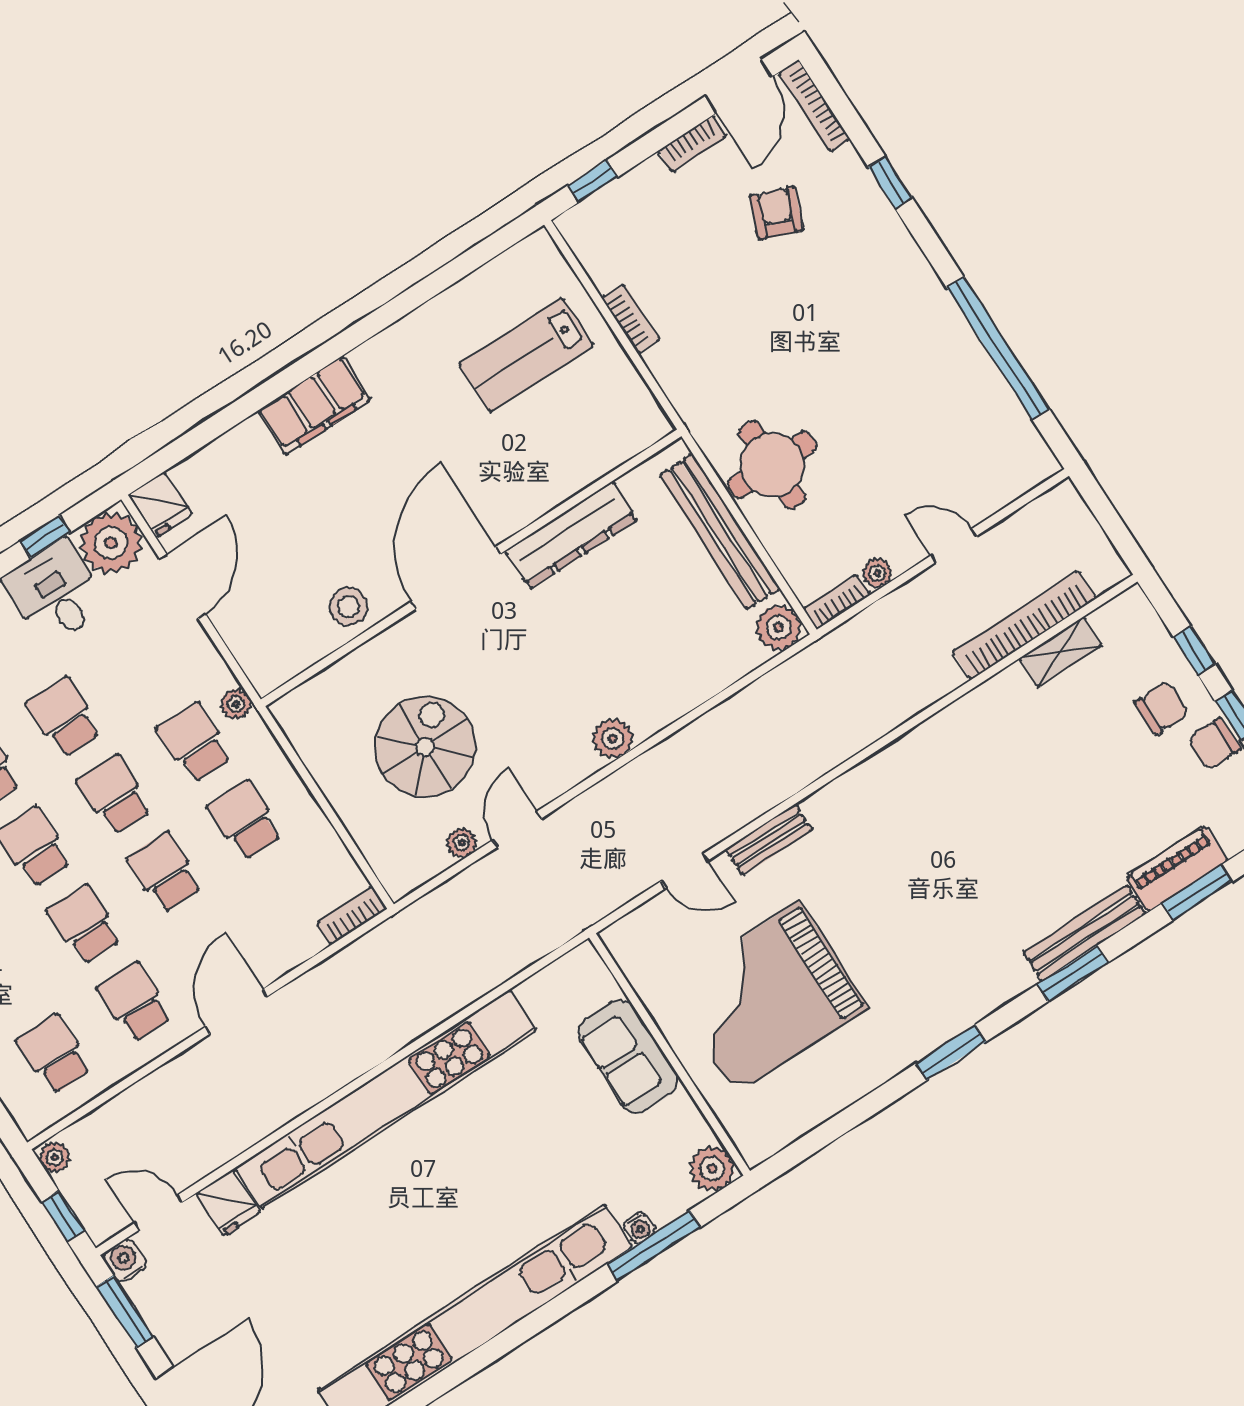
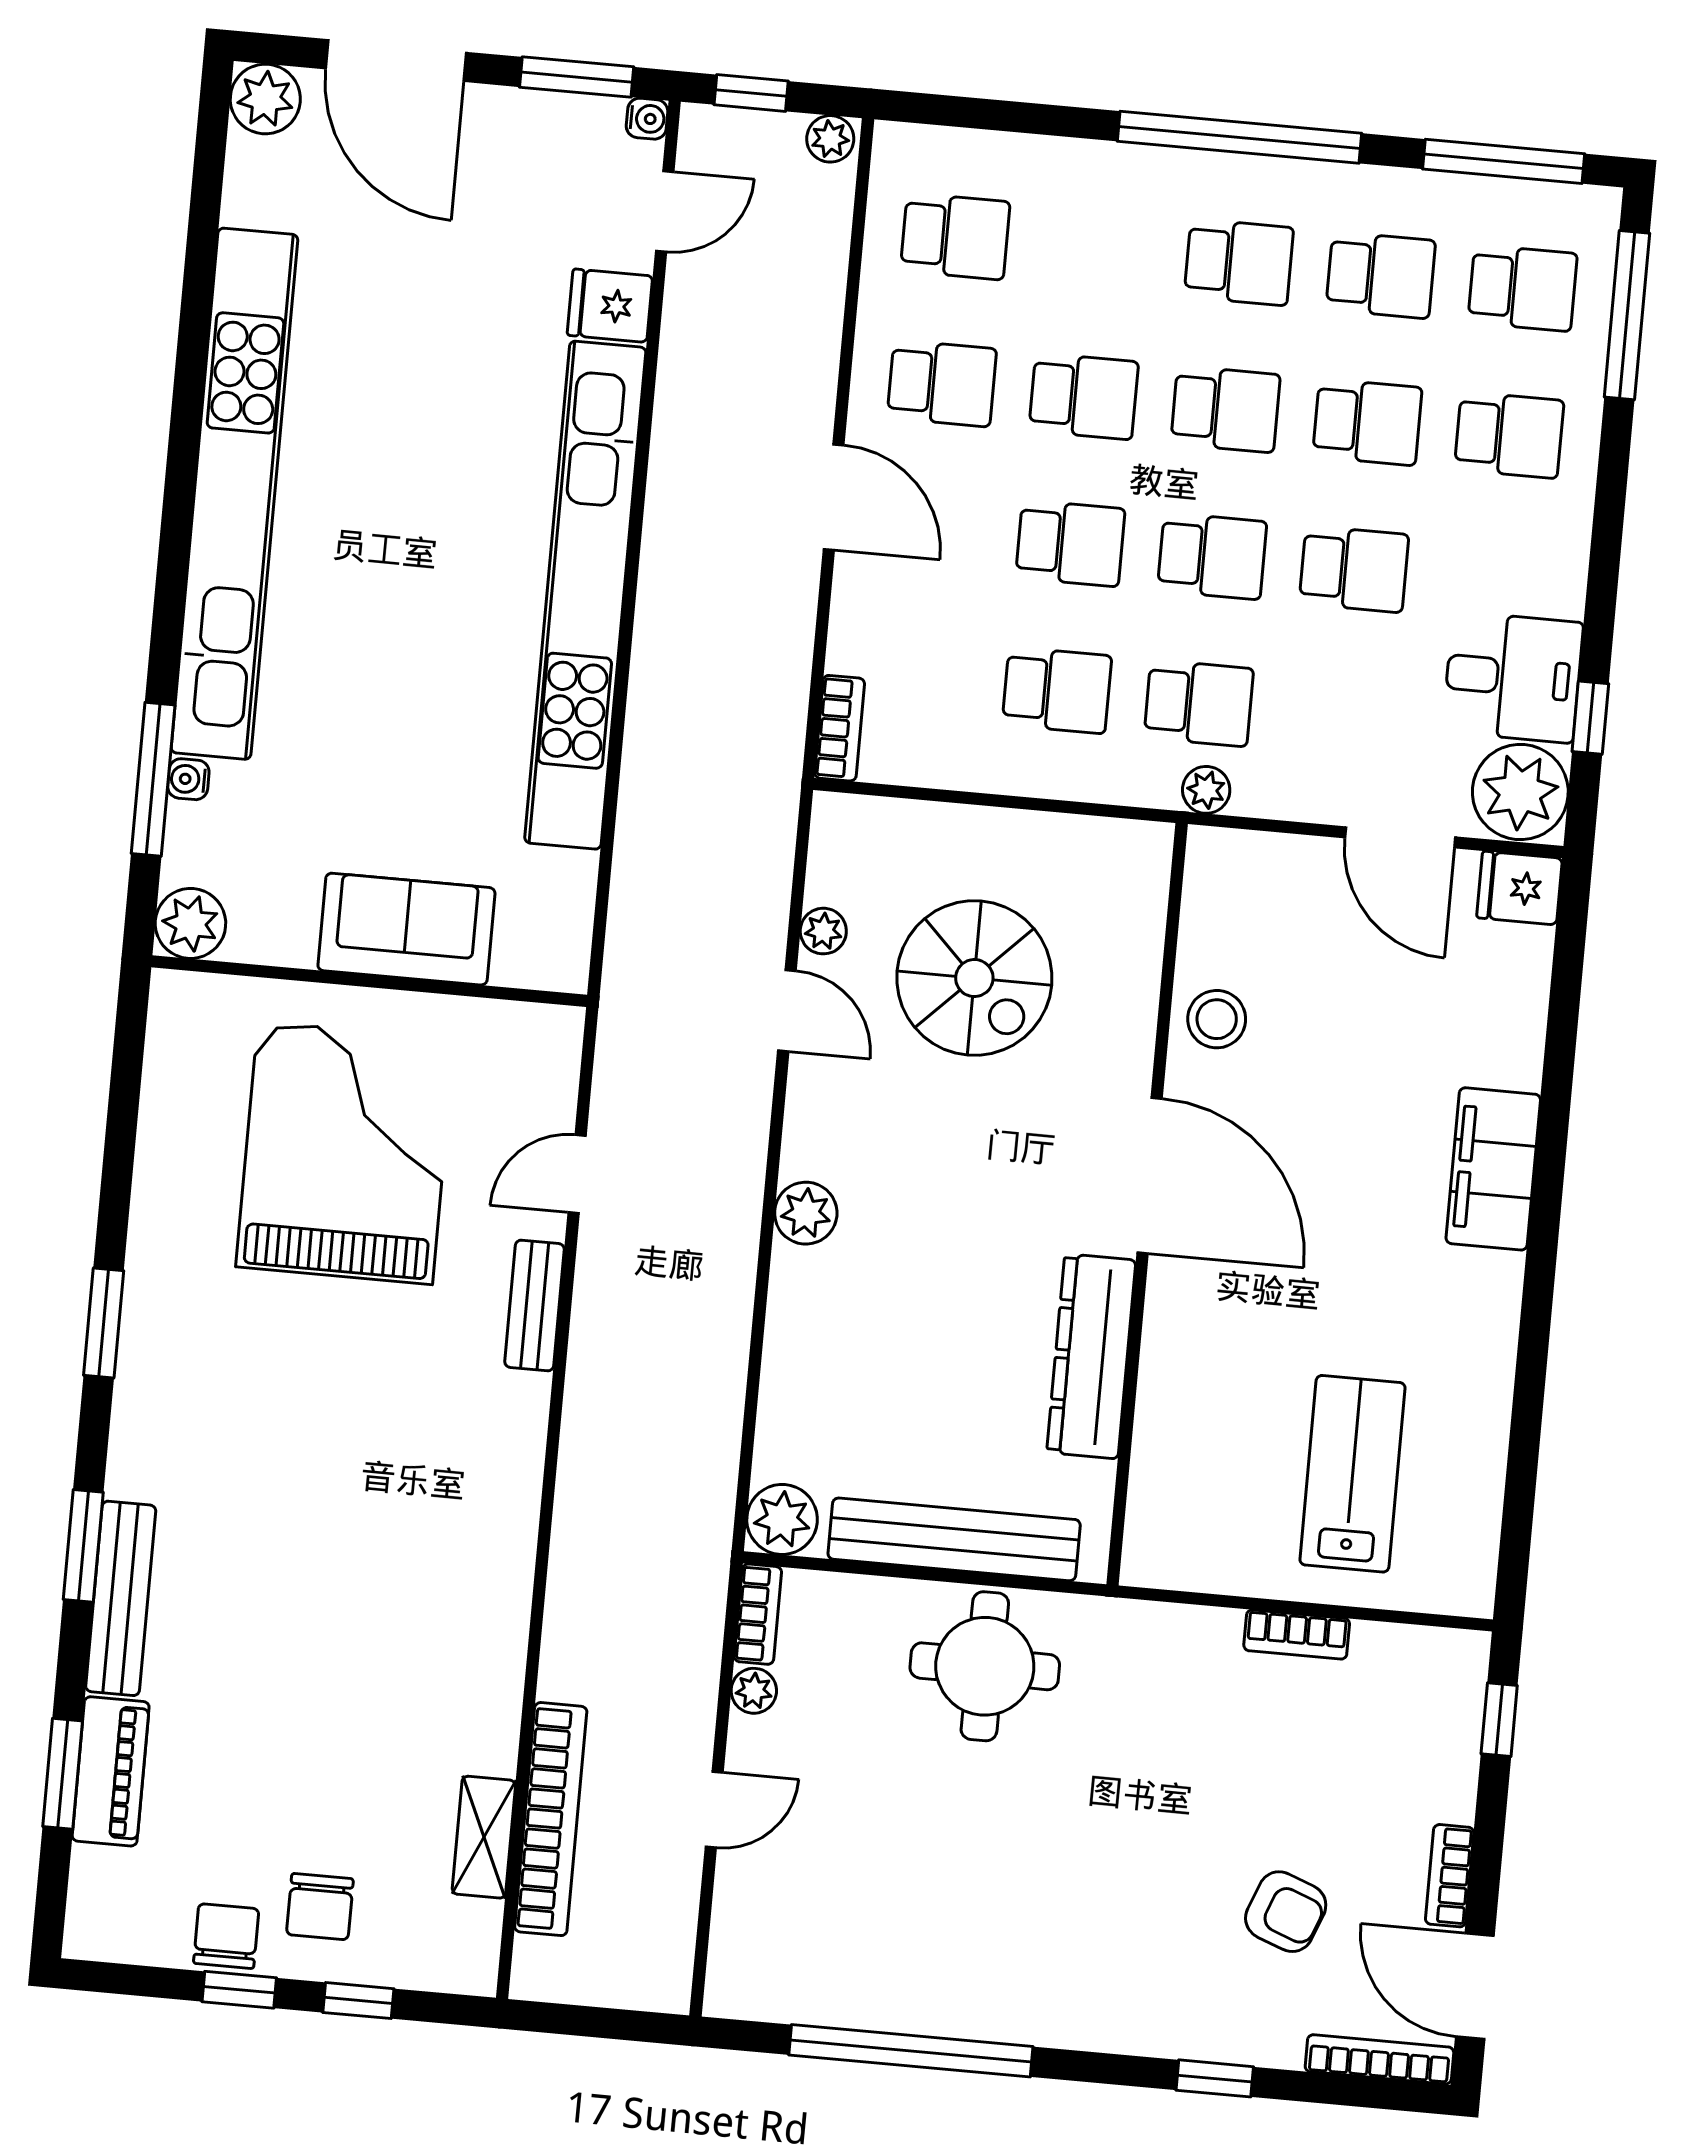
water cooler: (125, 1260) -> (647, 119), width x0.72, depth x0.72

